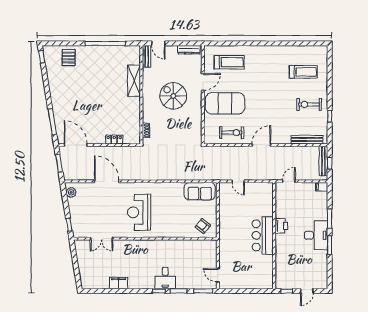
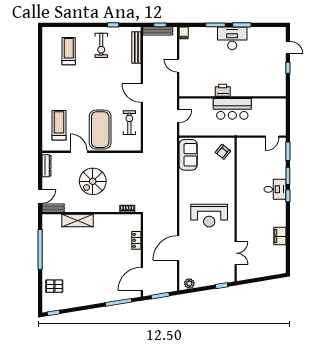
printer: (281, 226) -> (223, 90), moved
bar counter: (263, 235) -> (232, 109), moved
wall: (274, 236) -> (233, 97), moved

